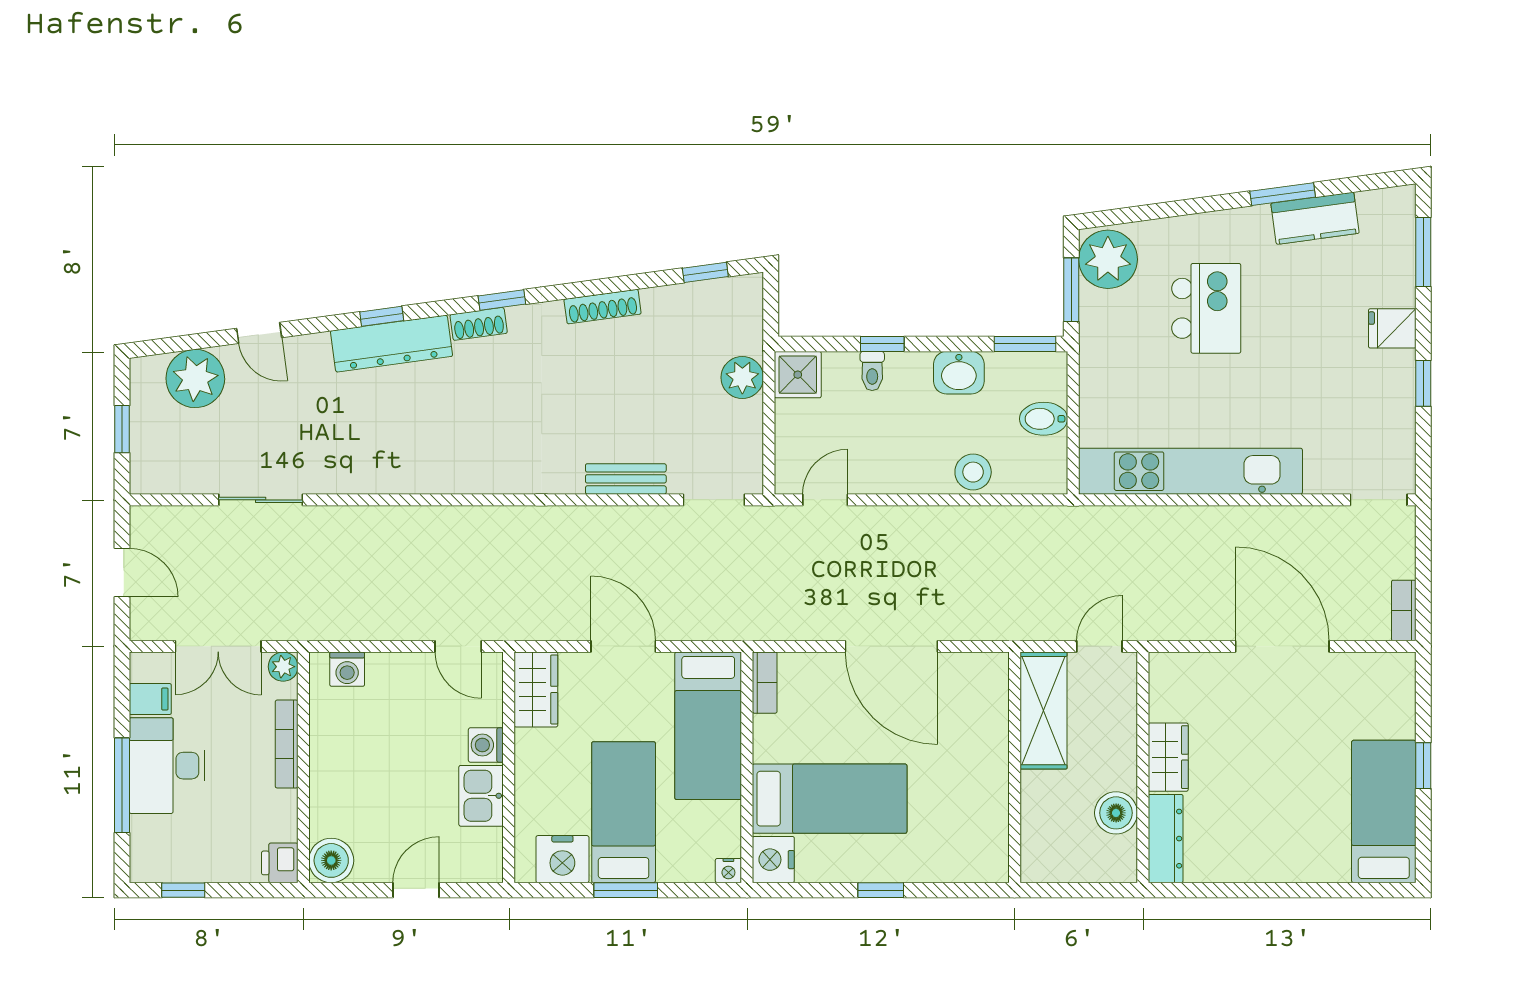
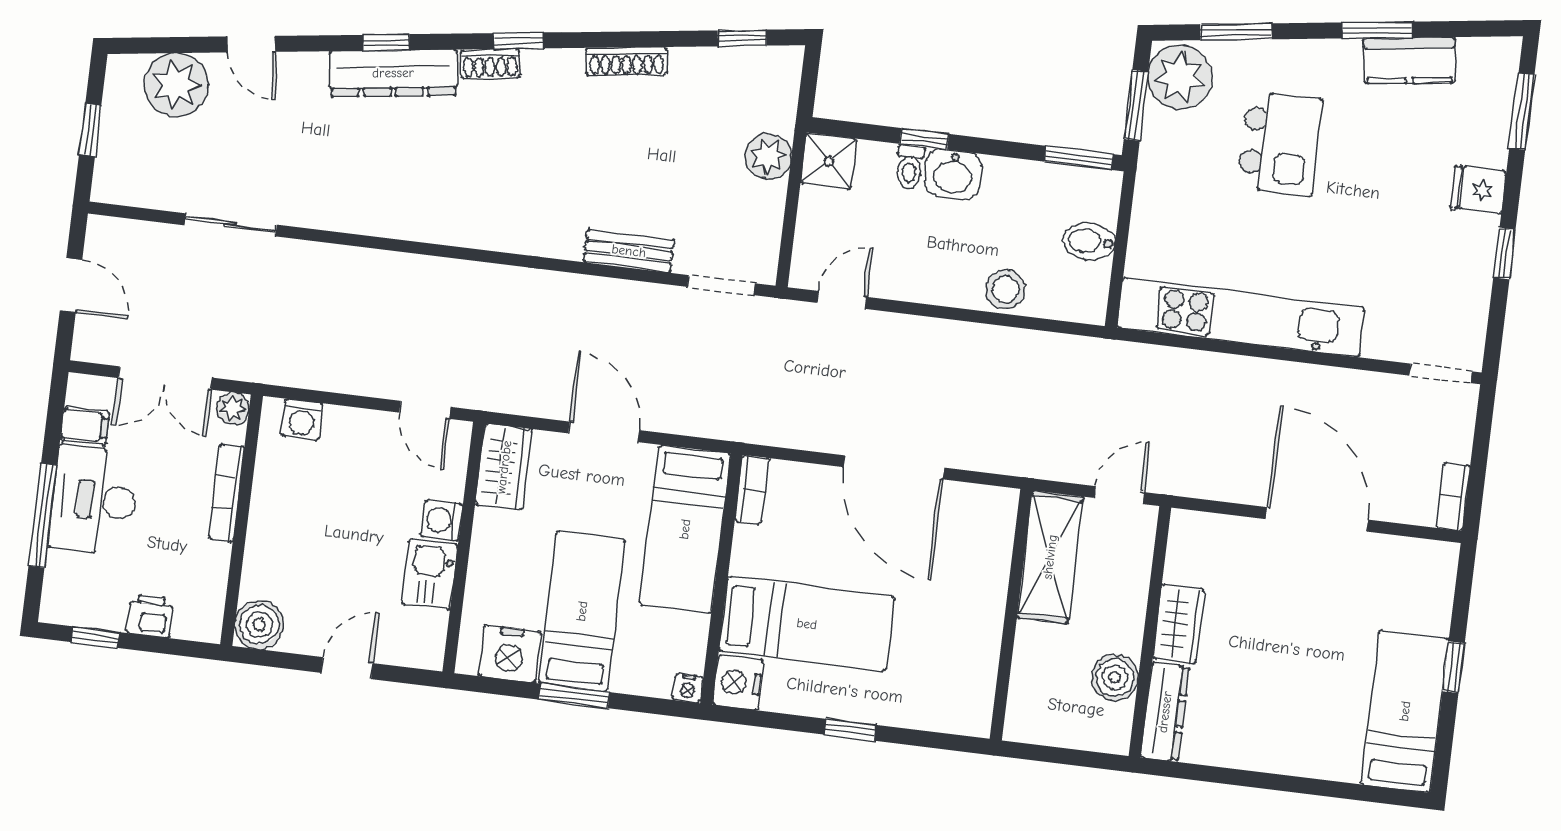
window: (1154, 212) -> (1236, 32), added
washbasin: (959, 373) -> (953, 174), moved
printer: (280, 863) -> (150, 616), moved, turned 90

